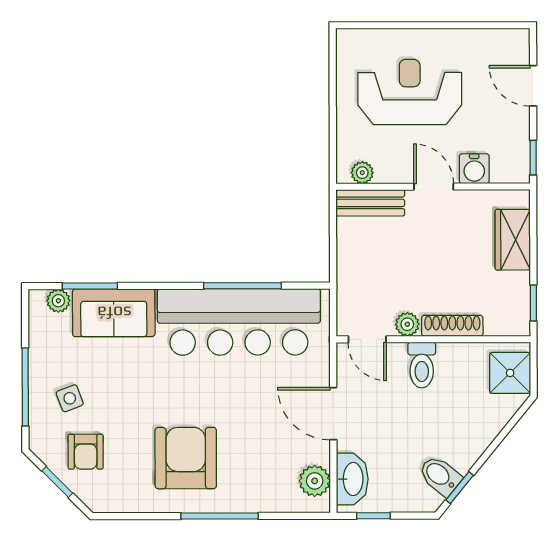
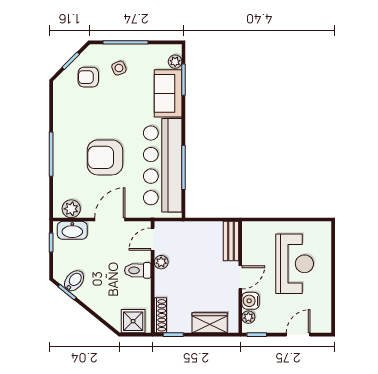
plant: (362, 173) -> (248, 317), moved
shoe rack: (452, 326) -> (160, 315), moved
armchair: (186, 458) -> (105, 157), moved, turned 180

